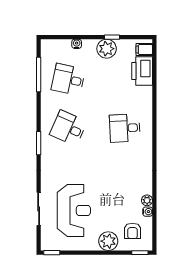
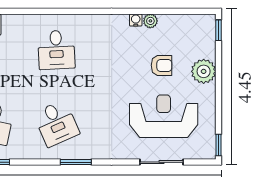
desk: (68, 128) -> (56, 123), turned -48
water cooler: (148, 212) -> (136, 20), moved
armchair: (132, 231) -> (161, 65), moved

